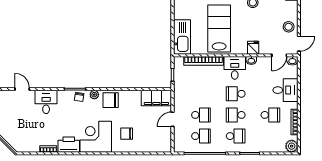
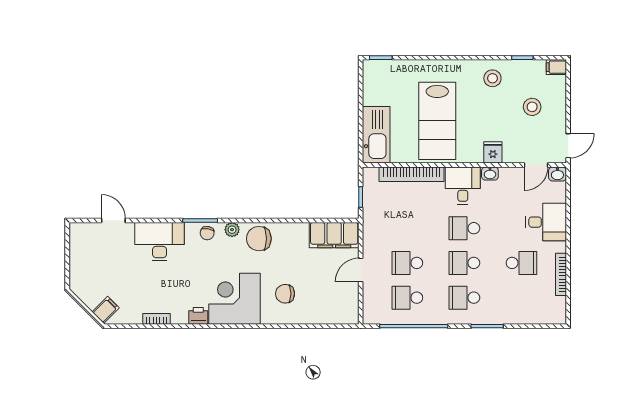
stool: (289, 27) -> (532, 107), moved
lab bench: (219, 28) -> (437, 121), turned 180
desk: (46, 102) -> (160, 242), width x1.37
school desk: (201, 115) -> (407, 263), turned 180
school desk: (201, 136) -> (407, 298), turned 180
school desk: (236, 136) -> (464, 298), turned 180
filing cabinet: (17, 144) -> (106, 310), added
printer: (69, 145) -> (198, 316), width x0.53, depth x0.68
plant: (292, 146) -> (556, 314), removed

